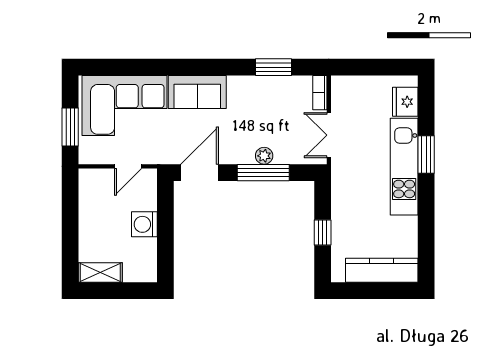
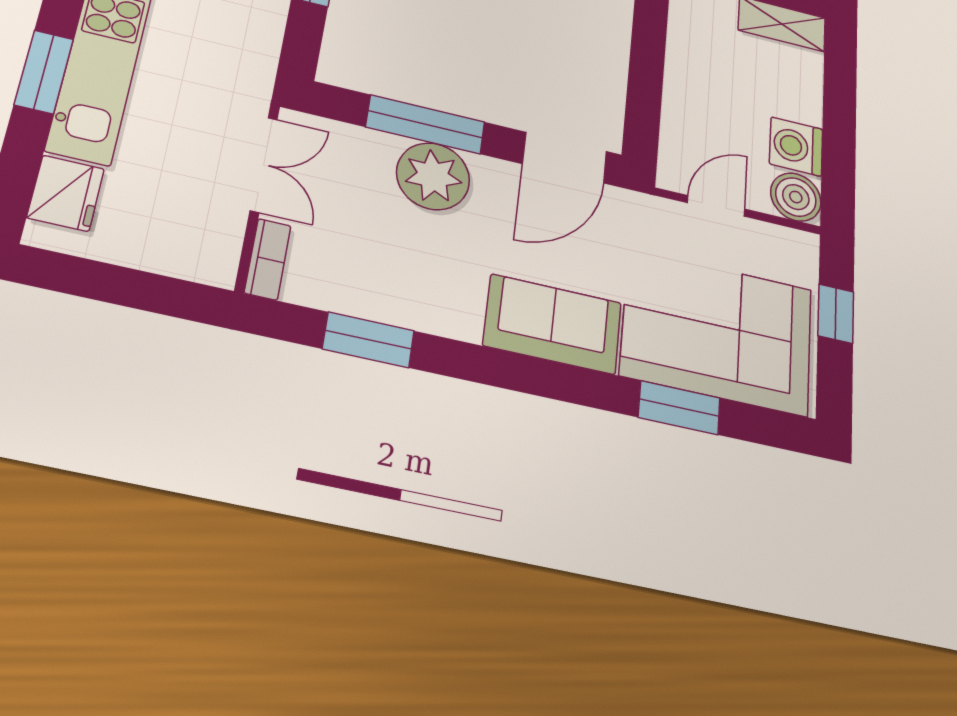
window: (139, 67) -> (679, 408), added
window: (70, 127) -> (836, 314), width x0.67
plant: (264, 156) -> (433, 176), width x1.87, depth x1.87
boiler: (91, 181) -> (796, 197), added
washing machine: (144, 224) -> (796, 147), moved, turned 180

